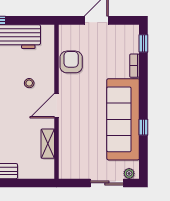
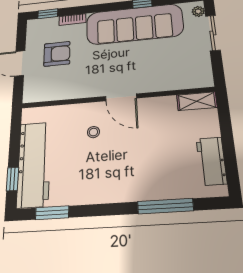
armchair: (71, 62) -> (57, 54), moved, turned 180
shelving: (48, 144) -> (197, 101), moved

